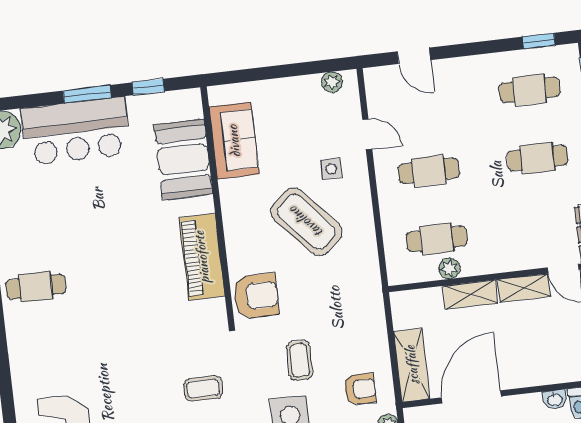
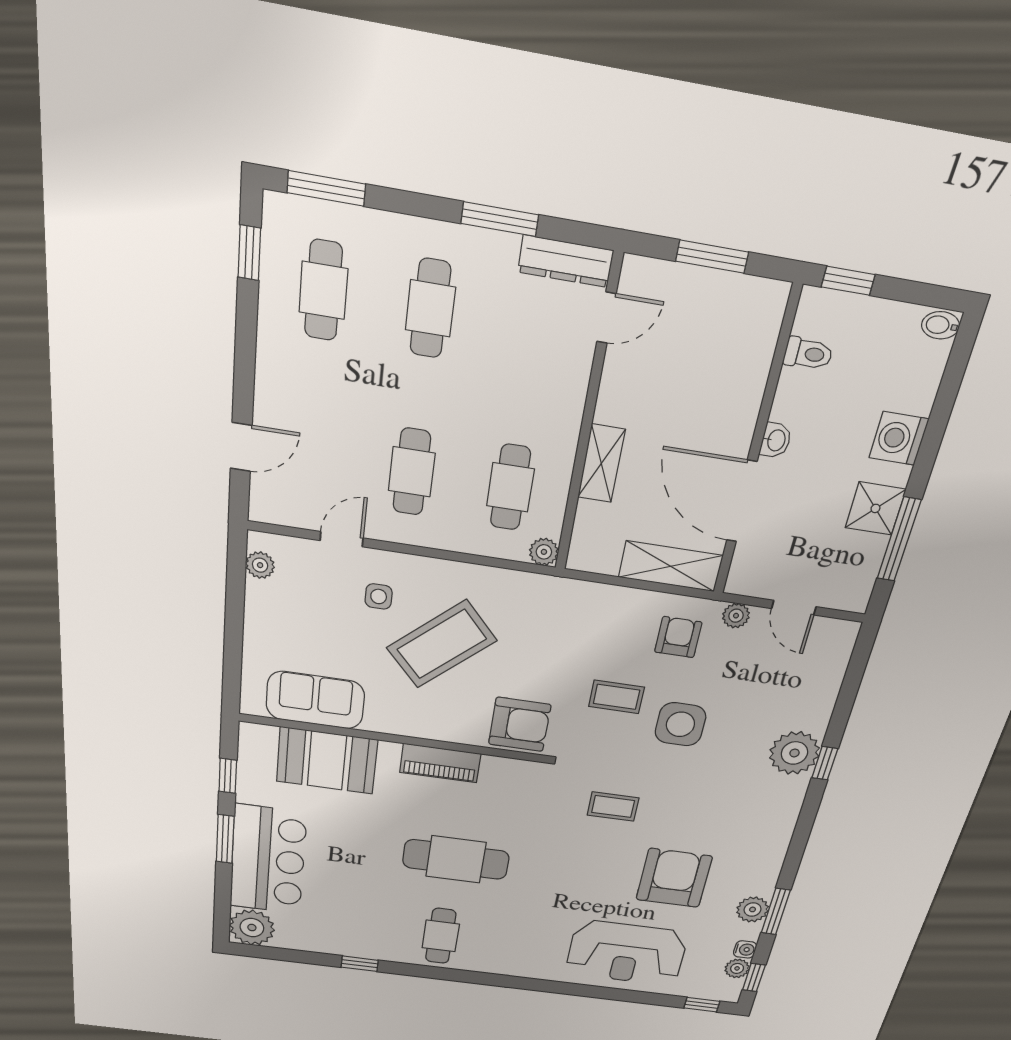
piano: (202, 257) -> (440, 763), width x0.73, depth x0.75
plant: (449, 268) -> (544, 552), moved
cafe table: (118, 280) -> (456, 859), added
shelving: (524, 288) -> (616, 385), removed
armchair: (256, 296) -> (520, 724), turned 90
coffee table: (203, 388) -> (613, 807), turned 90
washbasin: (555, 399) -> (776, 440), moved

